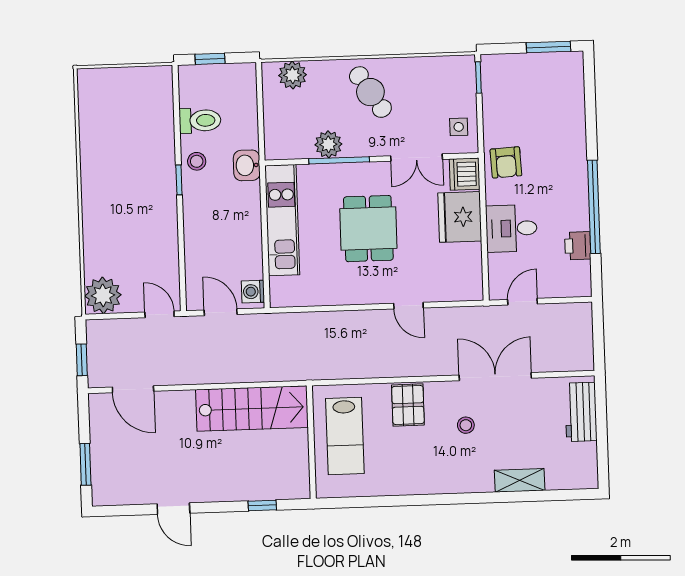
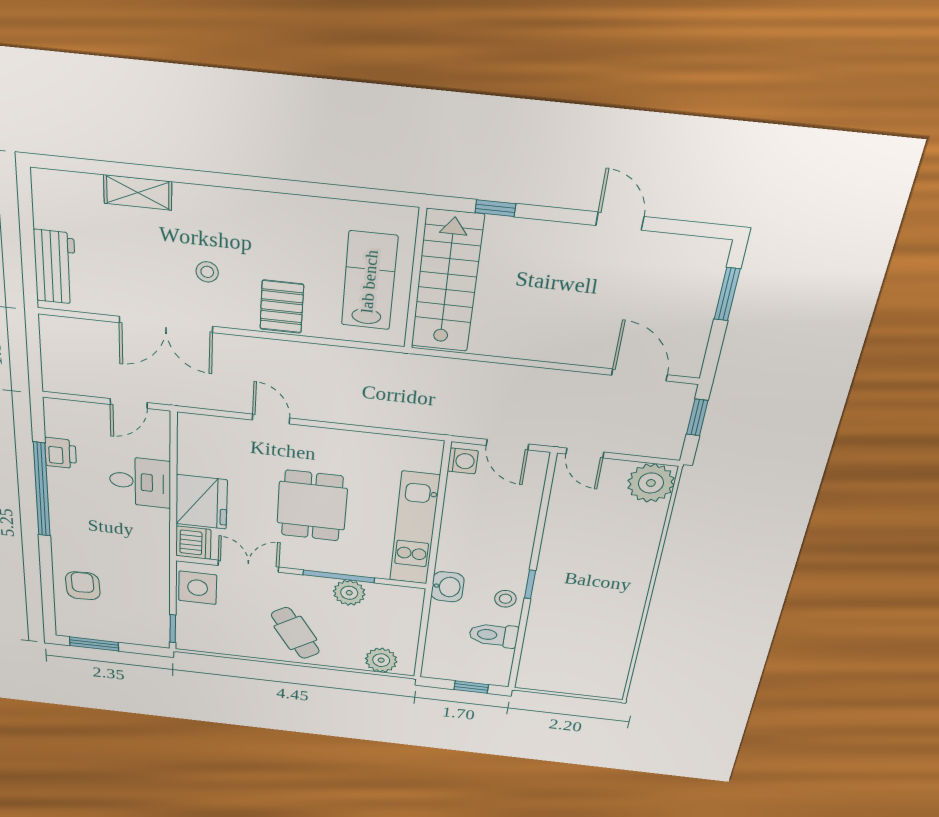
side table: (459, 127) -> (198, 588), width x1.87, depth x1.87
armchair: (506, 162) -> (83, 586), moved
stairs: (252, 409) -> (447, 281), moved, turned 90

